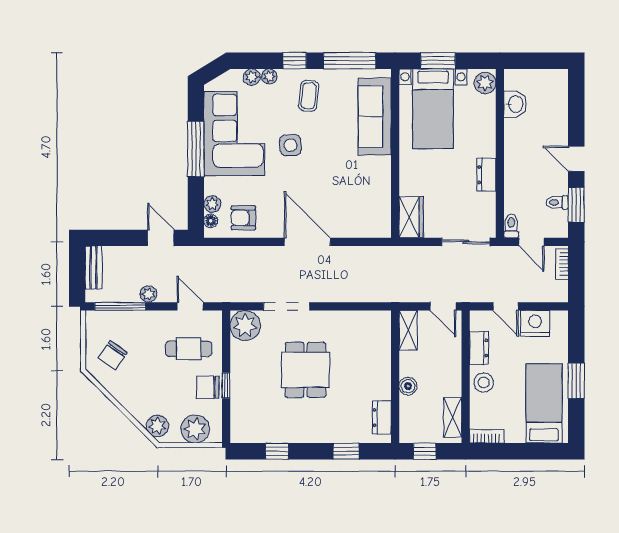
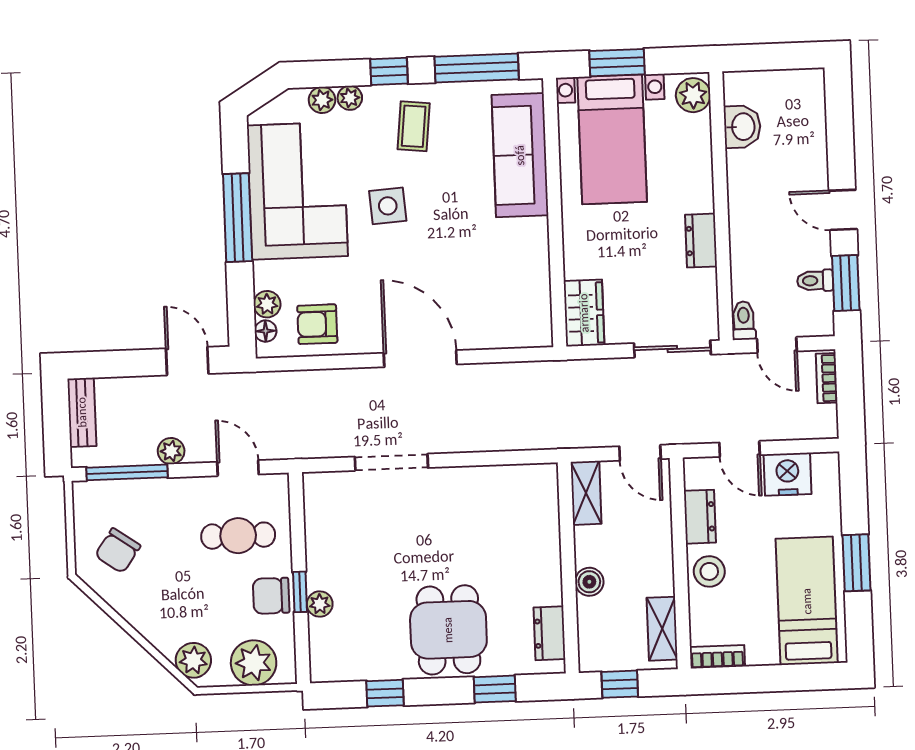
plant: (245, 325) -> (320, 604), moved, width x0.53, depth x0.53
dining table: (306, 370) -> (448, 630), moved

